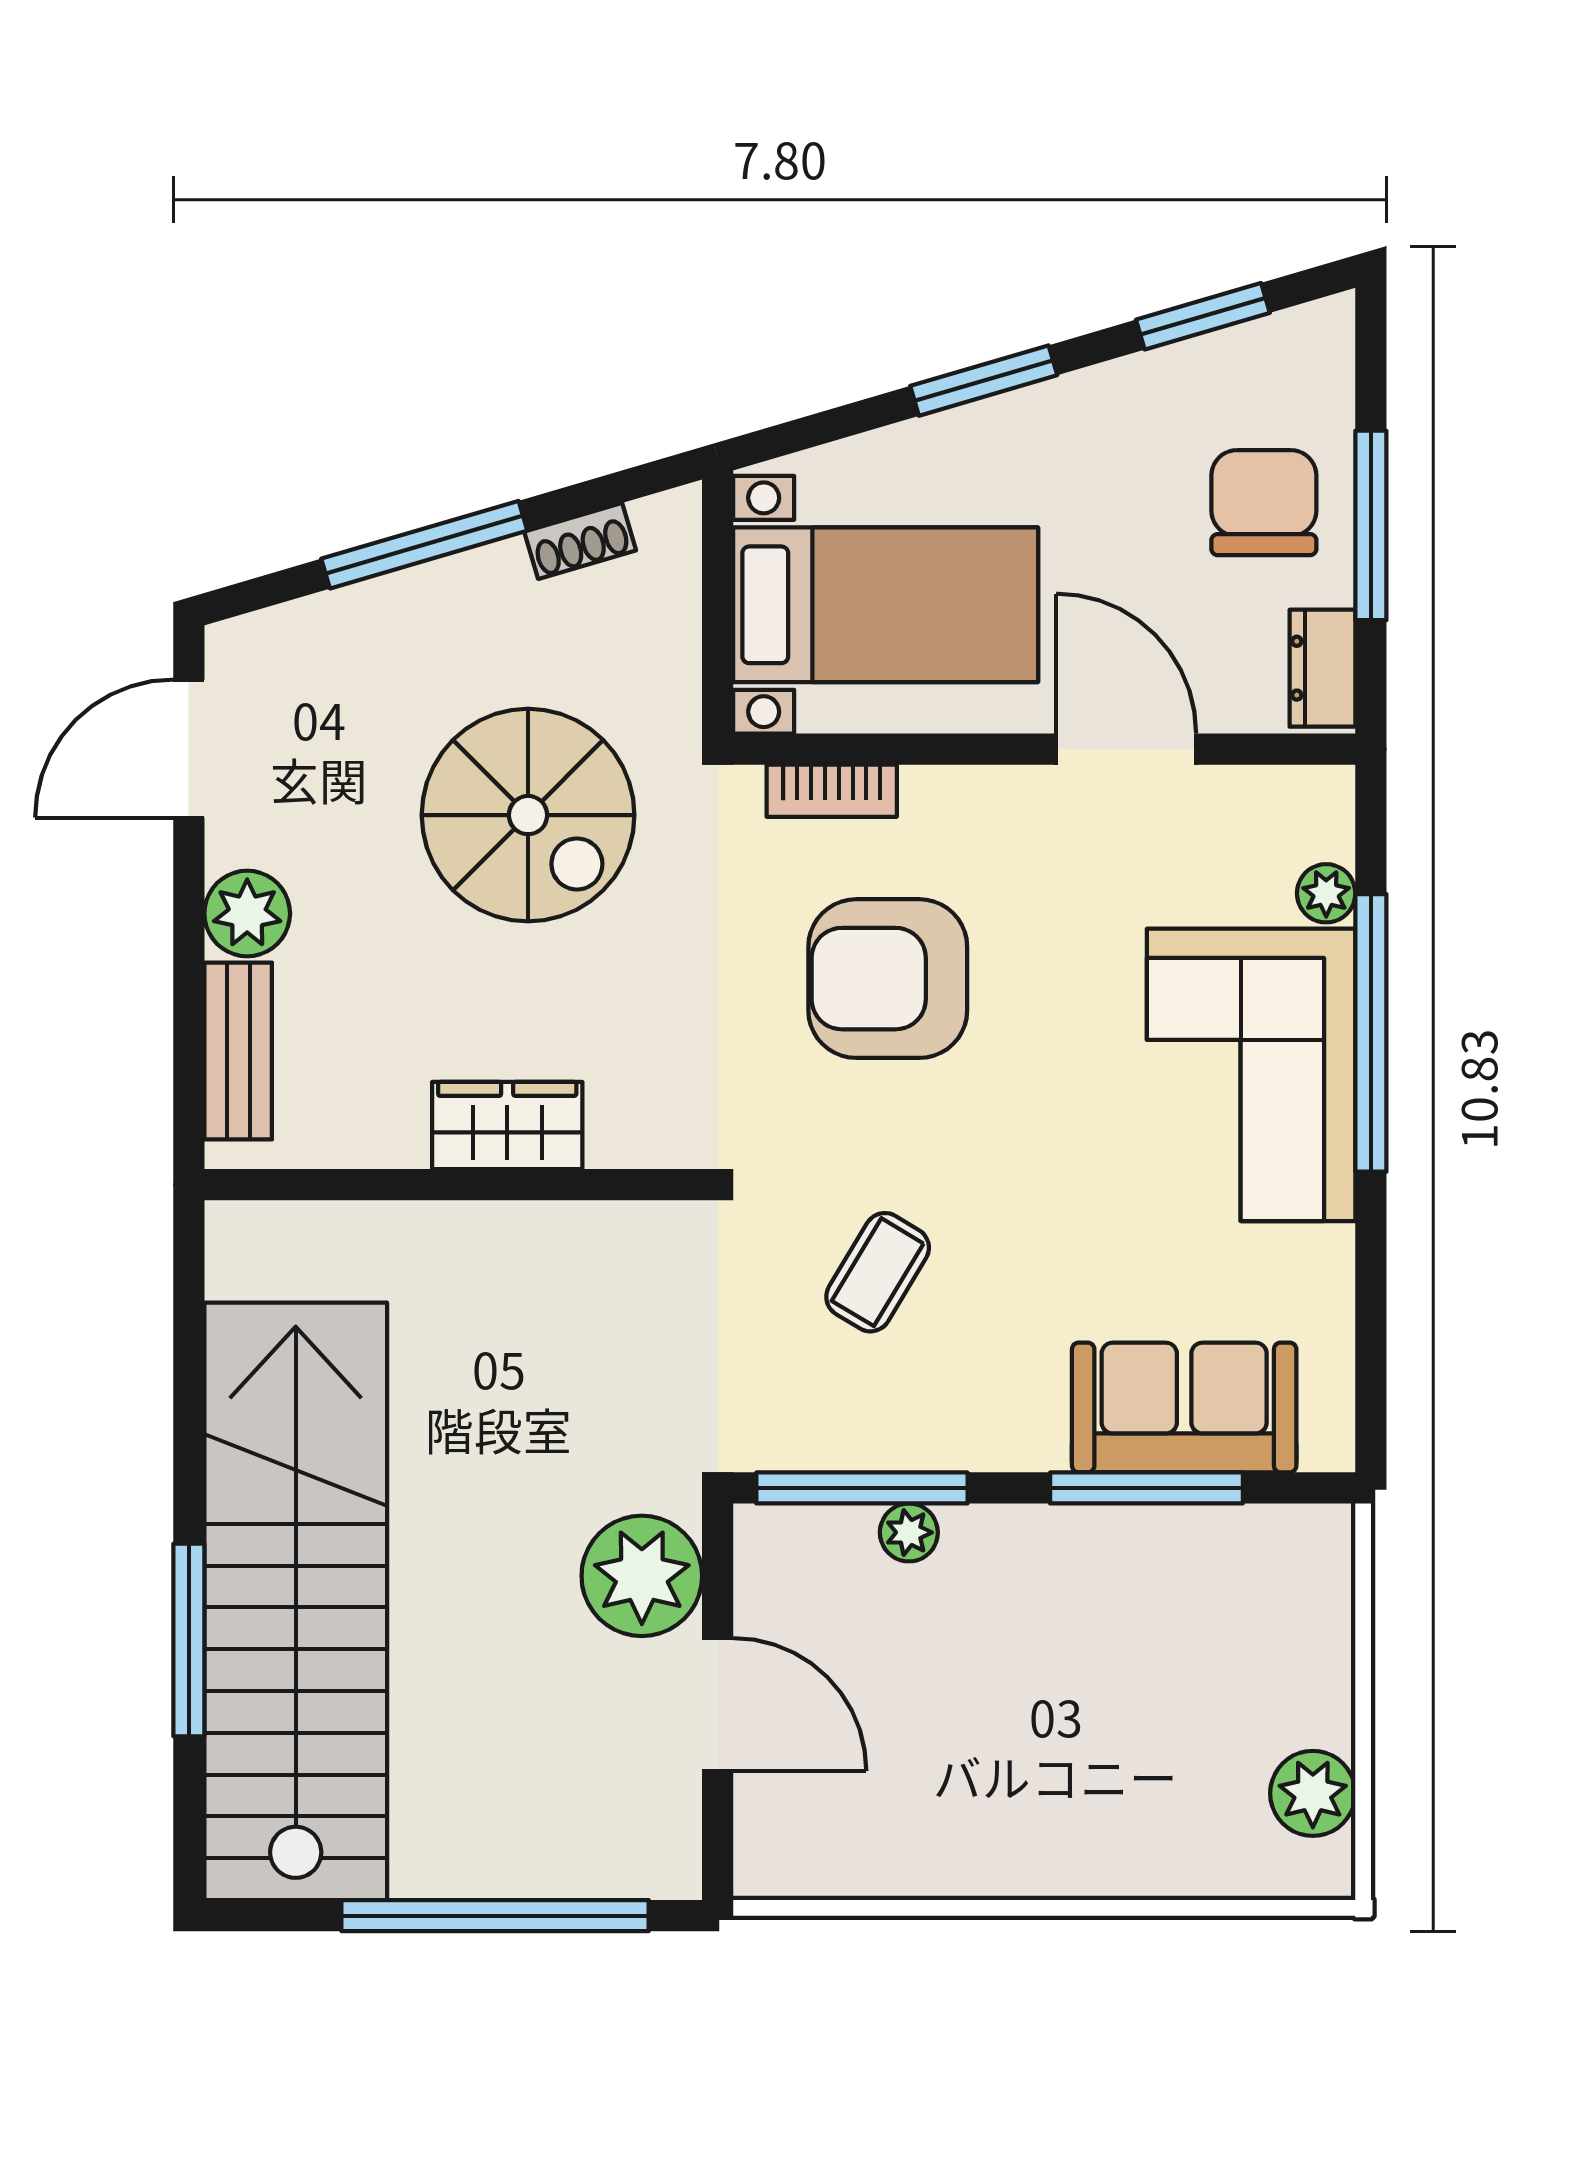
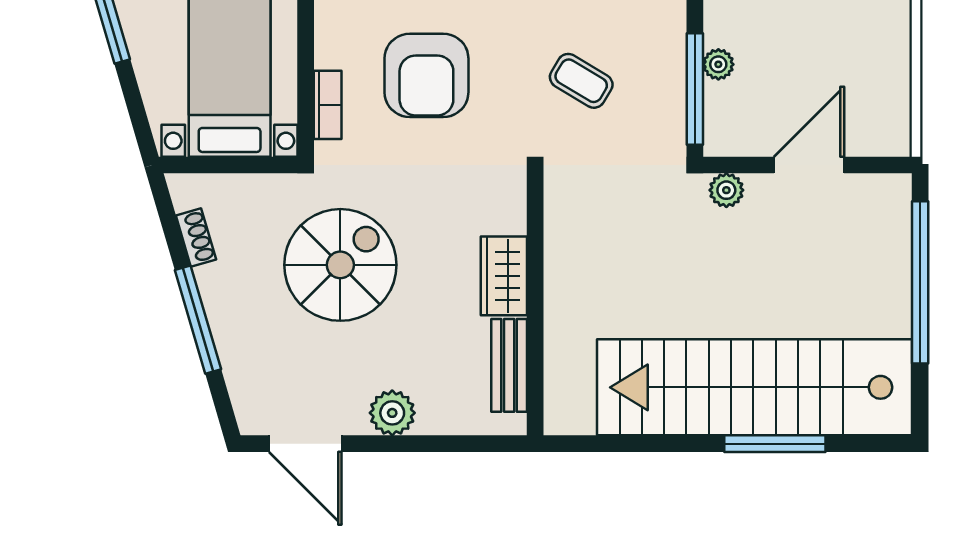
bench: (238, 1051) -> (509, 365), moved, turned 90
plant: (642, 1576) -> (726, 190), width x0.53, depth x0.53

